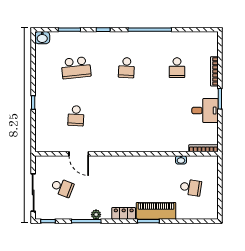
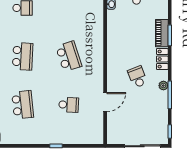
school desk: (126, 68) -> (23, 56), width x1.85
school desk: (126, 116) -> (69, 56), added
school desk: (62, 187) -> (137, 77), moved, turned -42
piano: (156, 211) -> (162, 33), width x0.73, depth x0.75

